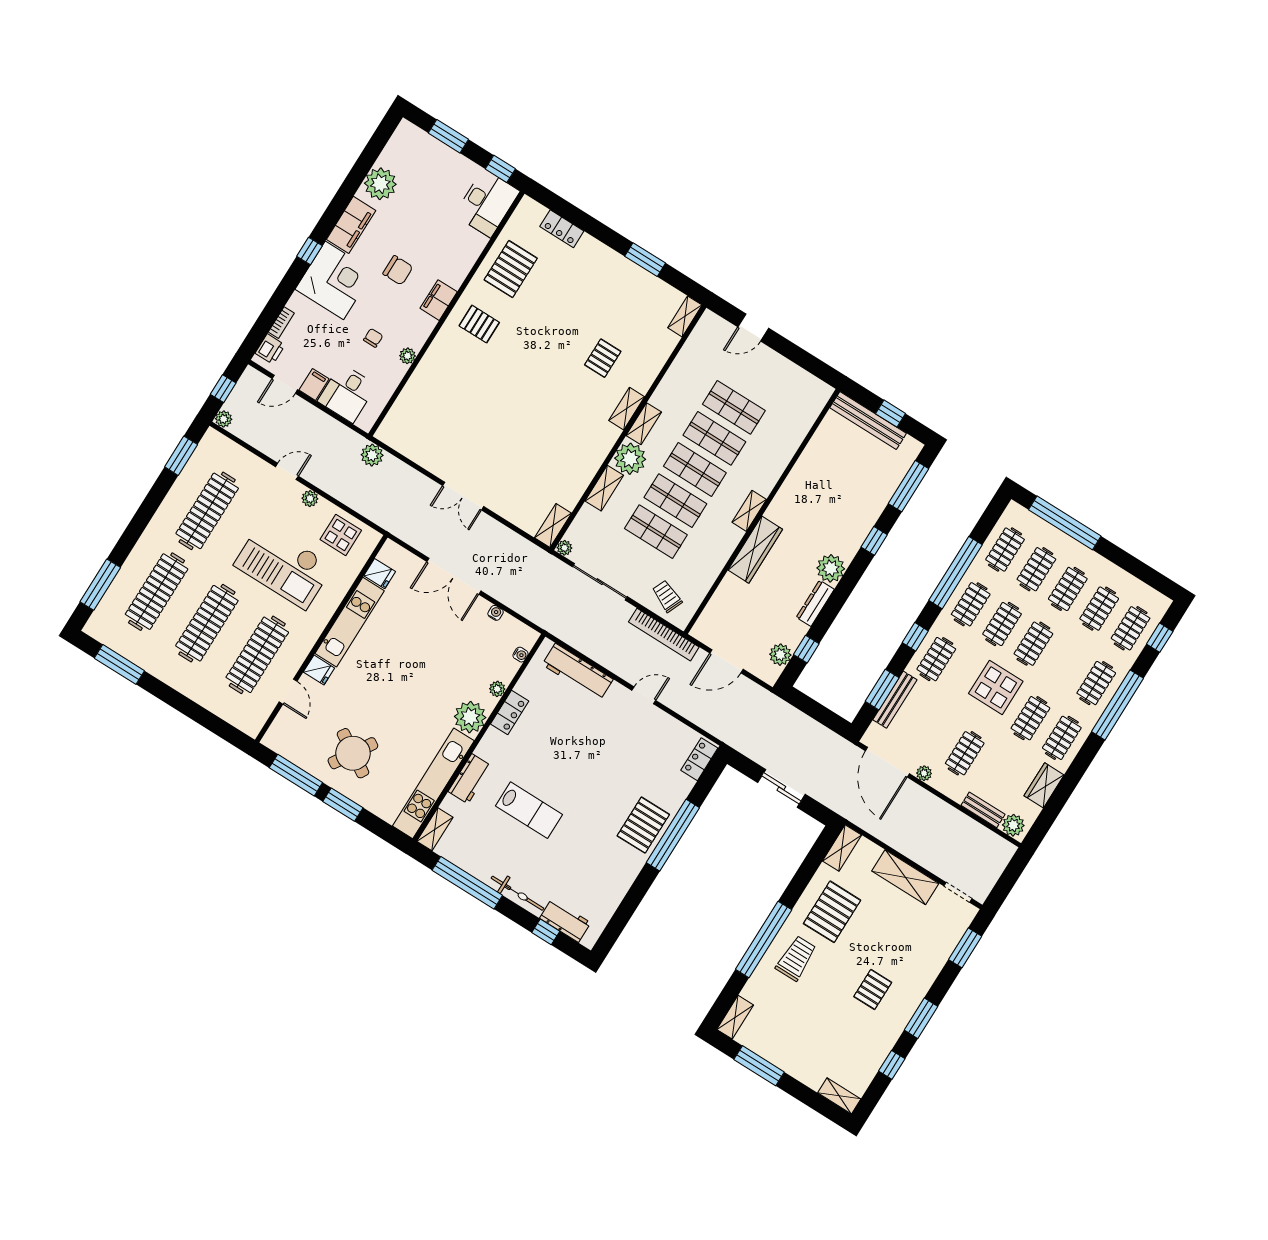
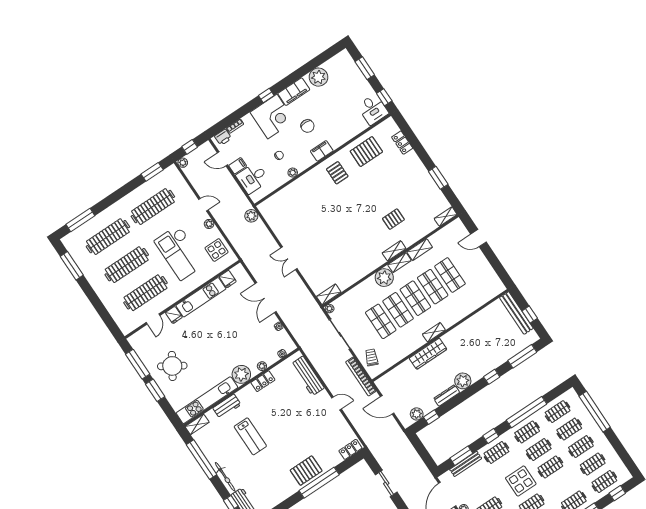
desk: (487, 203) -> (373, 109), width x0.73
shelving: (604, 488) -> (420, 250), moved

